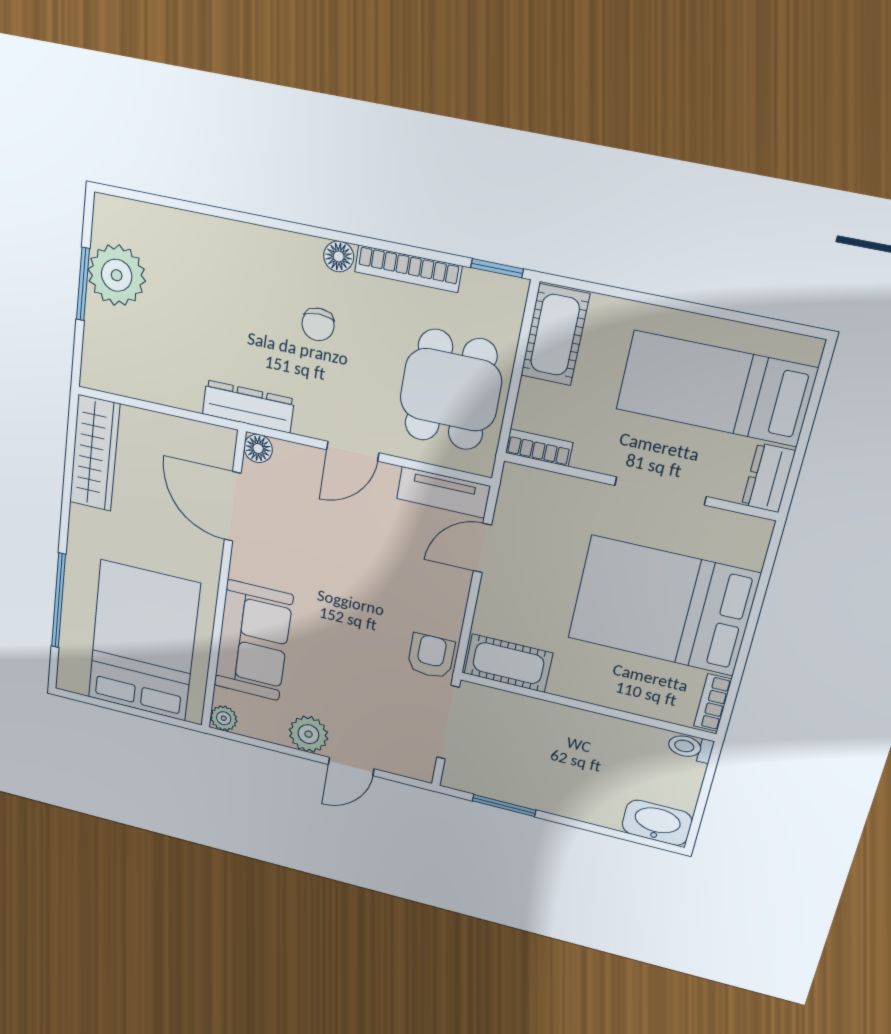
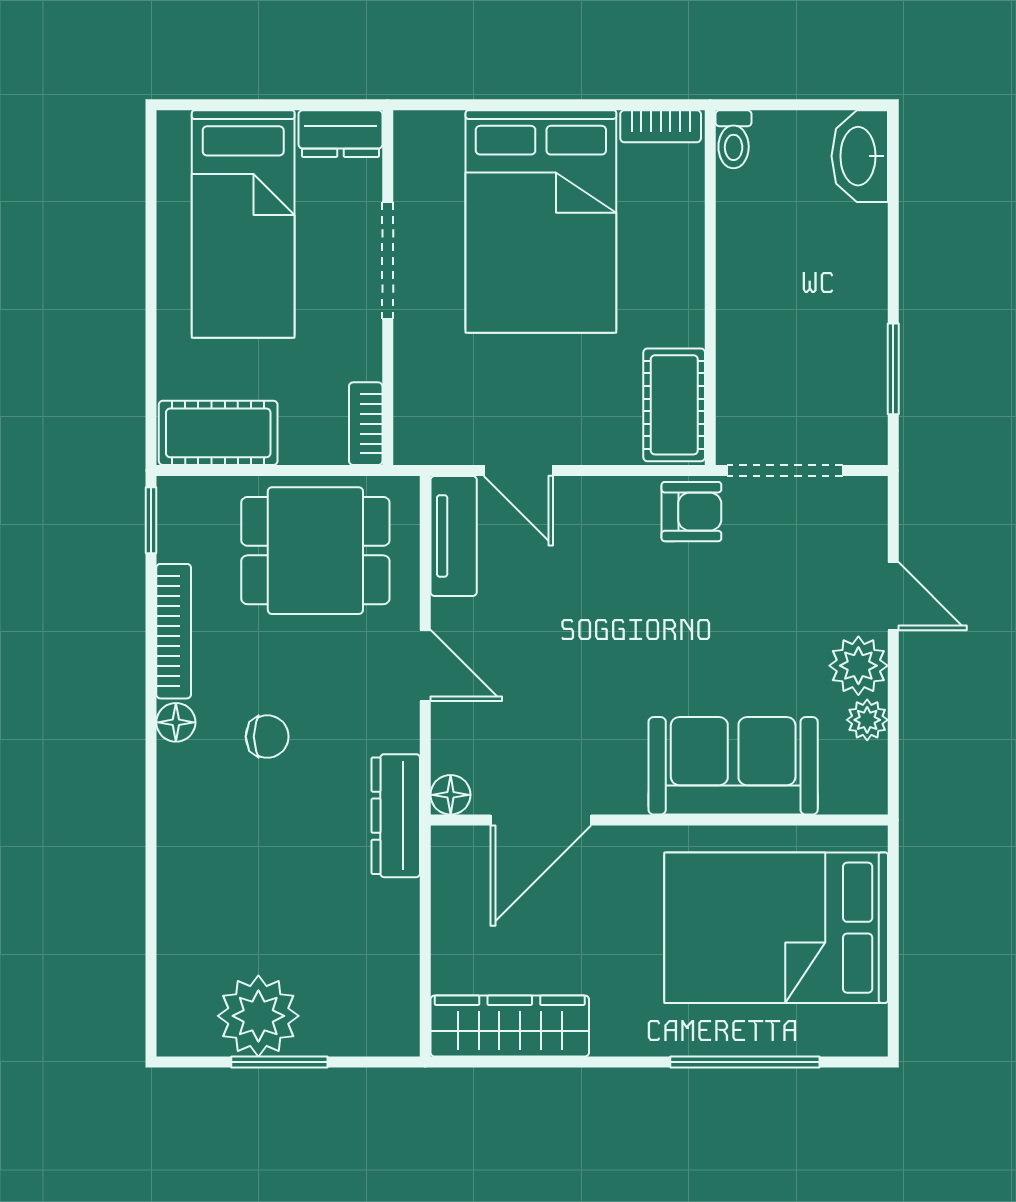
armchair: (431, 656) -> (691, 512), turned 180
plant: (224, 718) -> (867, 720), moved

